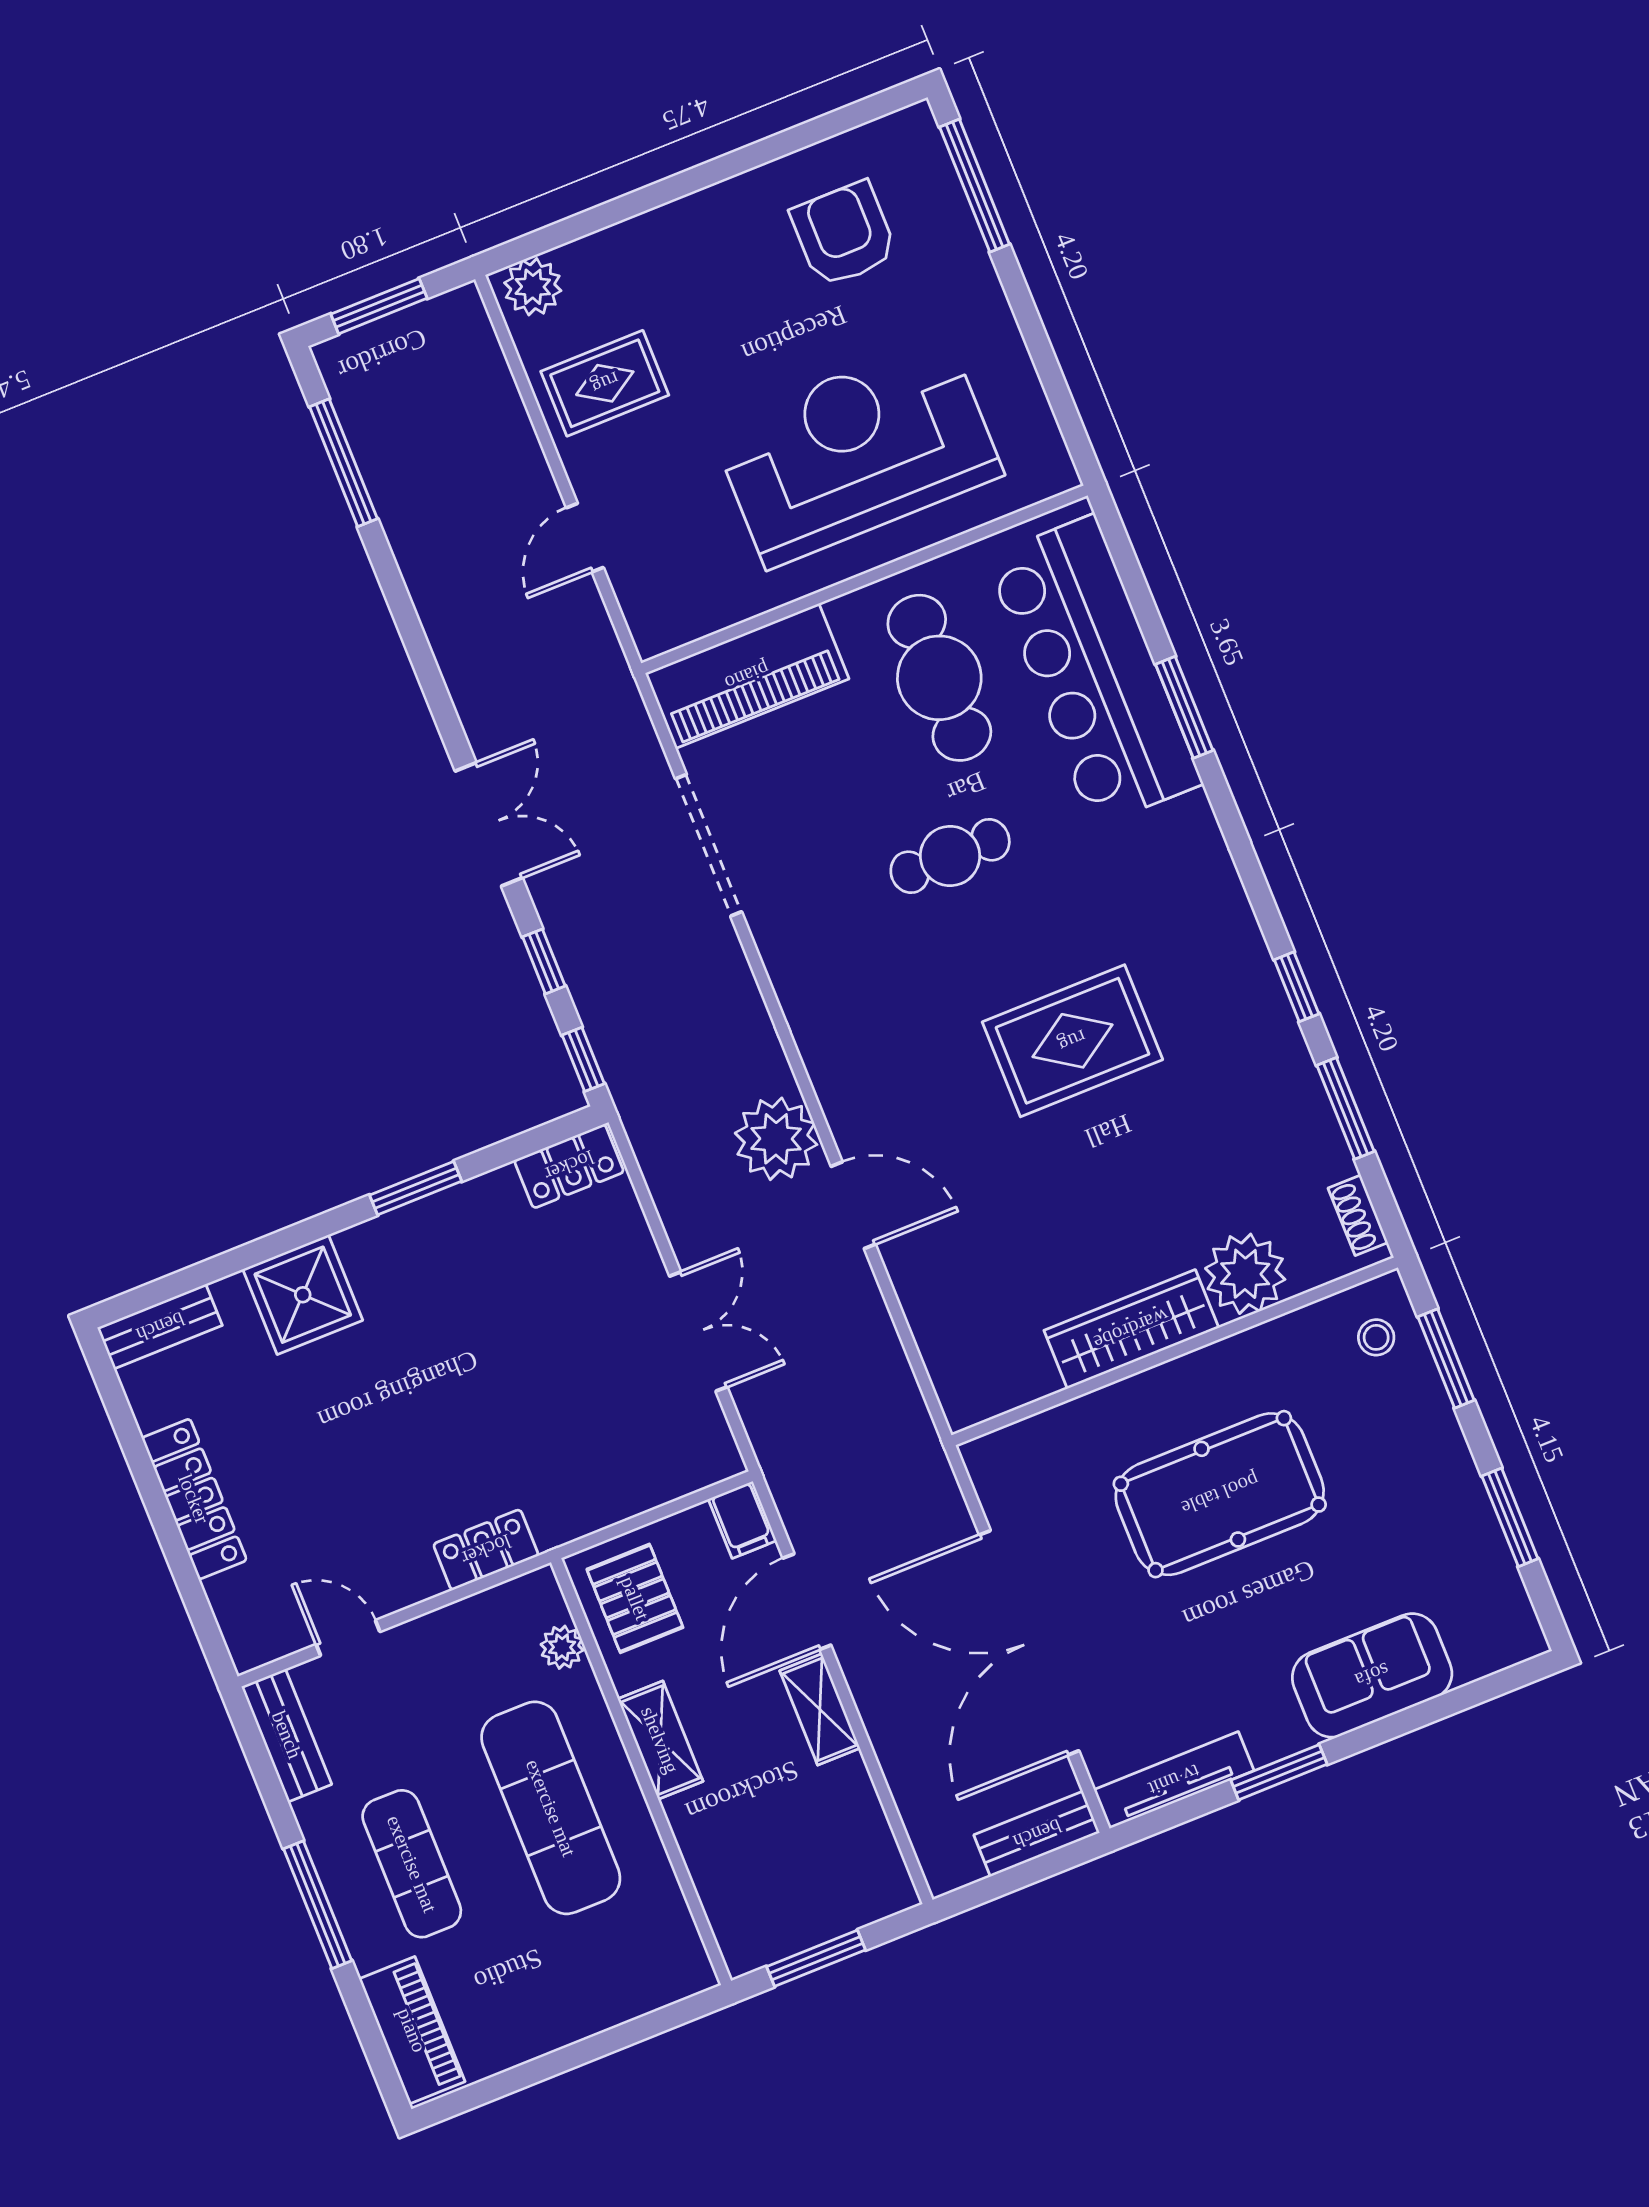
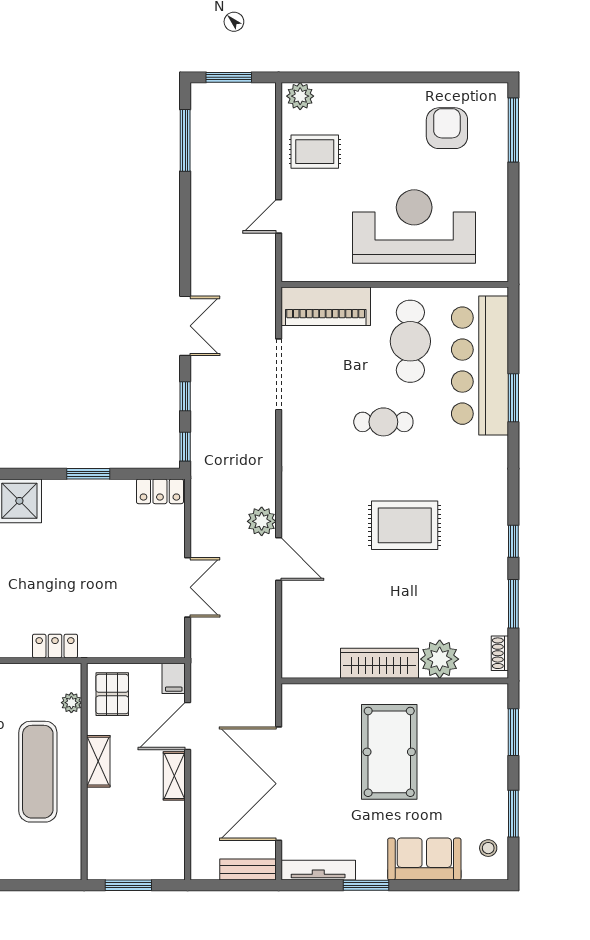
plant: (776, 1139) -> (262, 521), width x0.73, depth x0.73
stool: (1376, 1337) -> (488, 848), moved
pool table: (1220, 1494) -> (389, 752), turned 90

